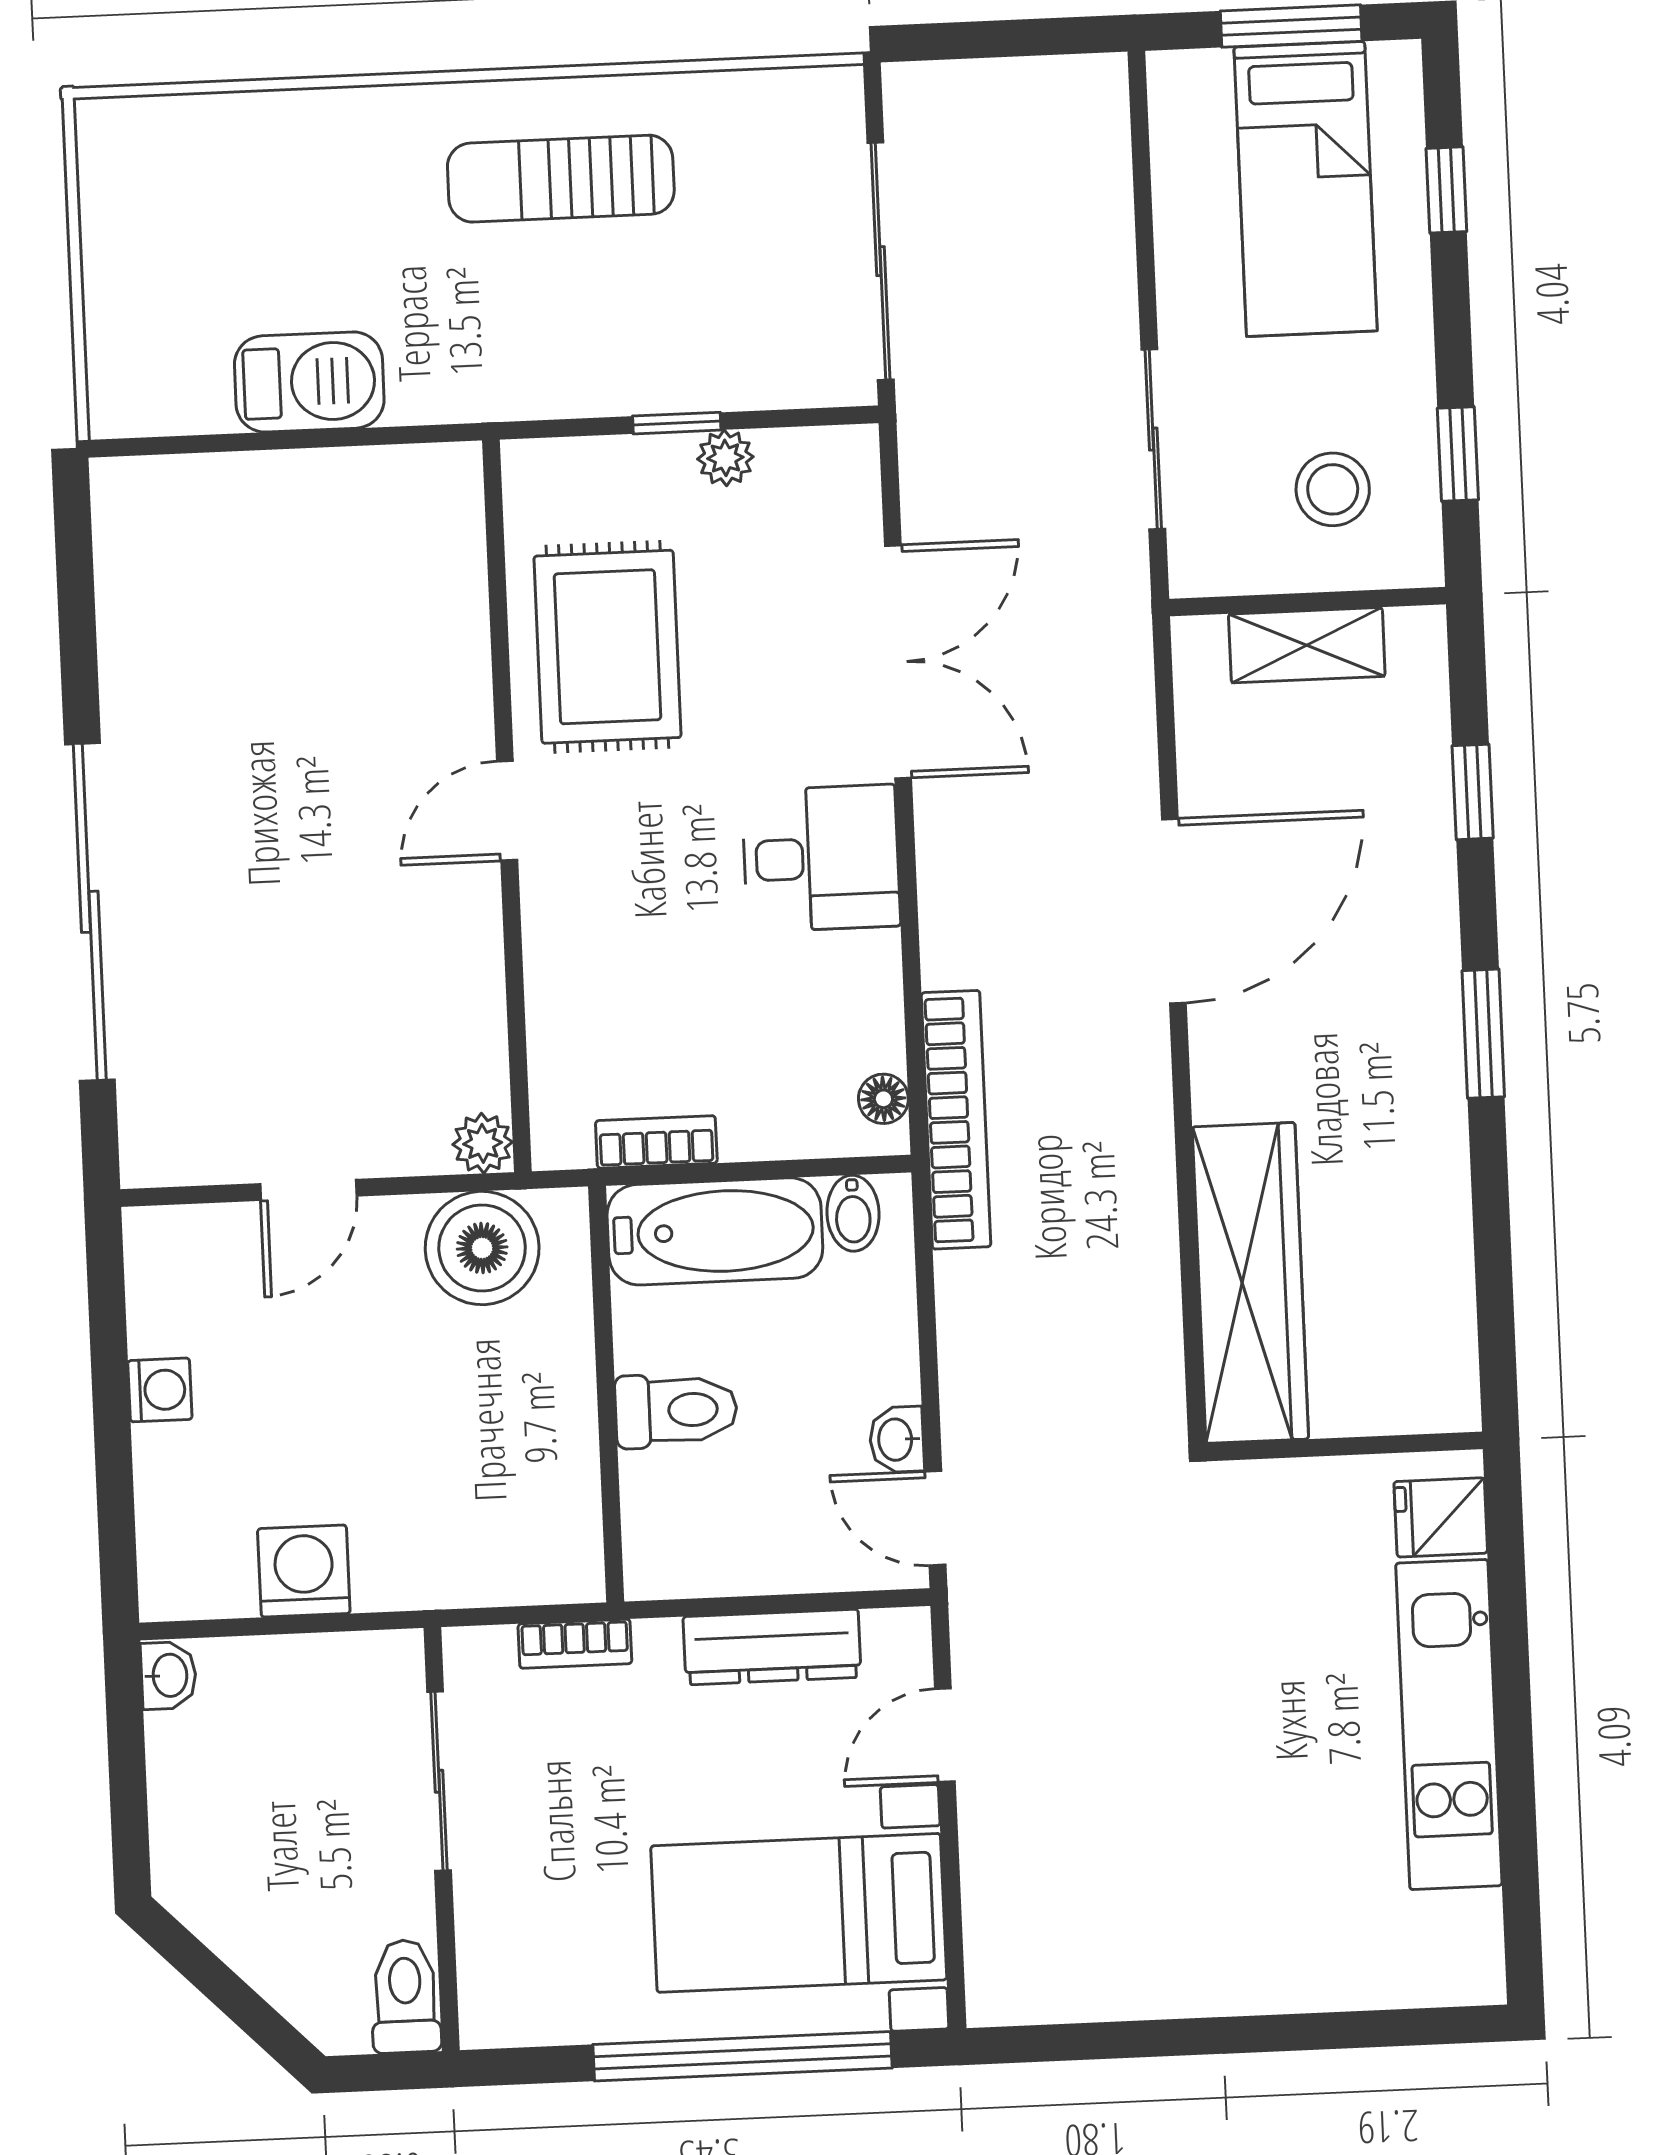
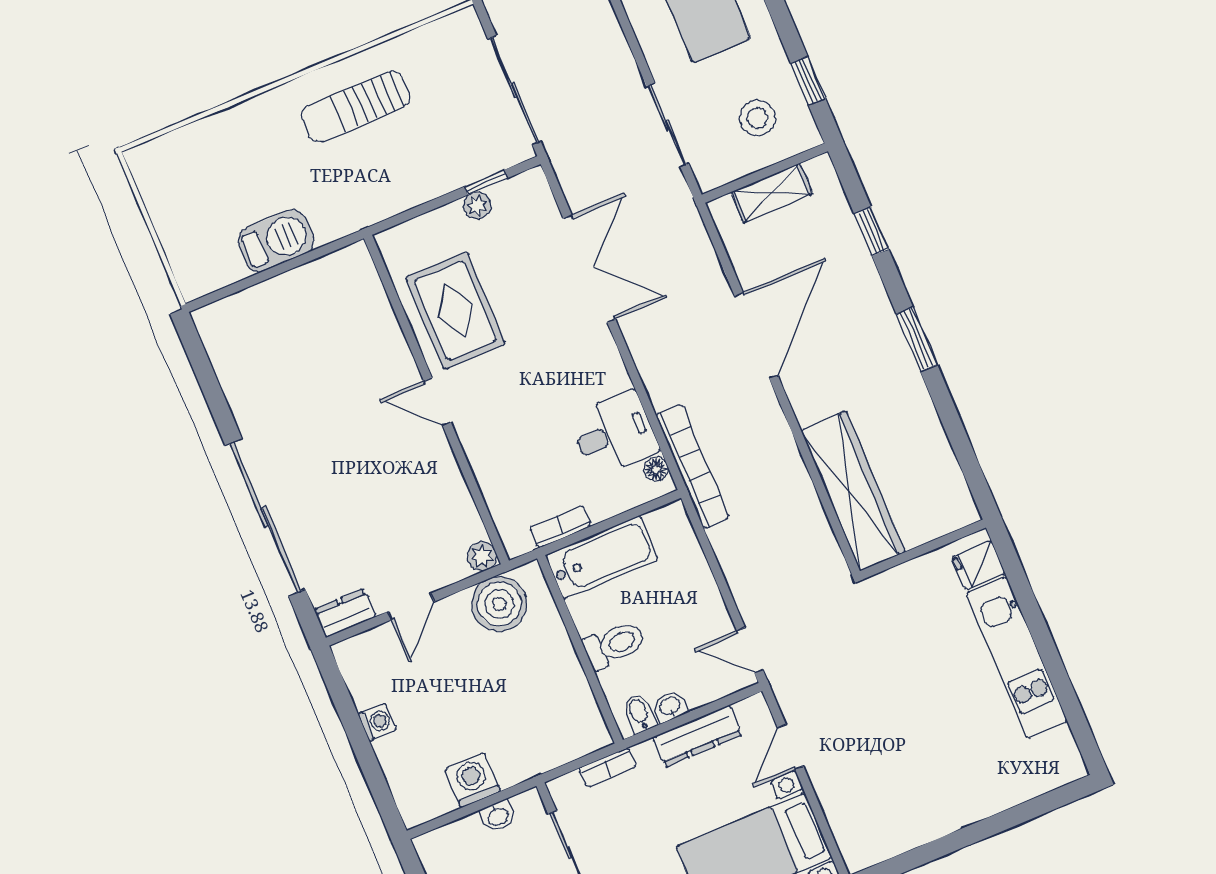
window: (677, 423) -> (486, 182), moved
door: (507, 811) -> (437, 402), hinge flipped
desk: (821, 858) -> (614, 434), moved
dresser: (176, 1155) -> (345, 613), added
bidet: (853, 1213) -> (639, 713), moved, turned 180
washbasin: (897, 1440) -> (670, 707), moved, turned 90
washbasin: (168, 1675) -> (498, 816), moved, turned 90

